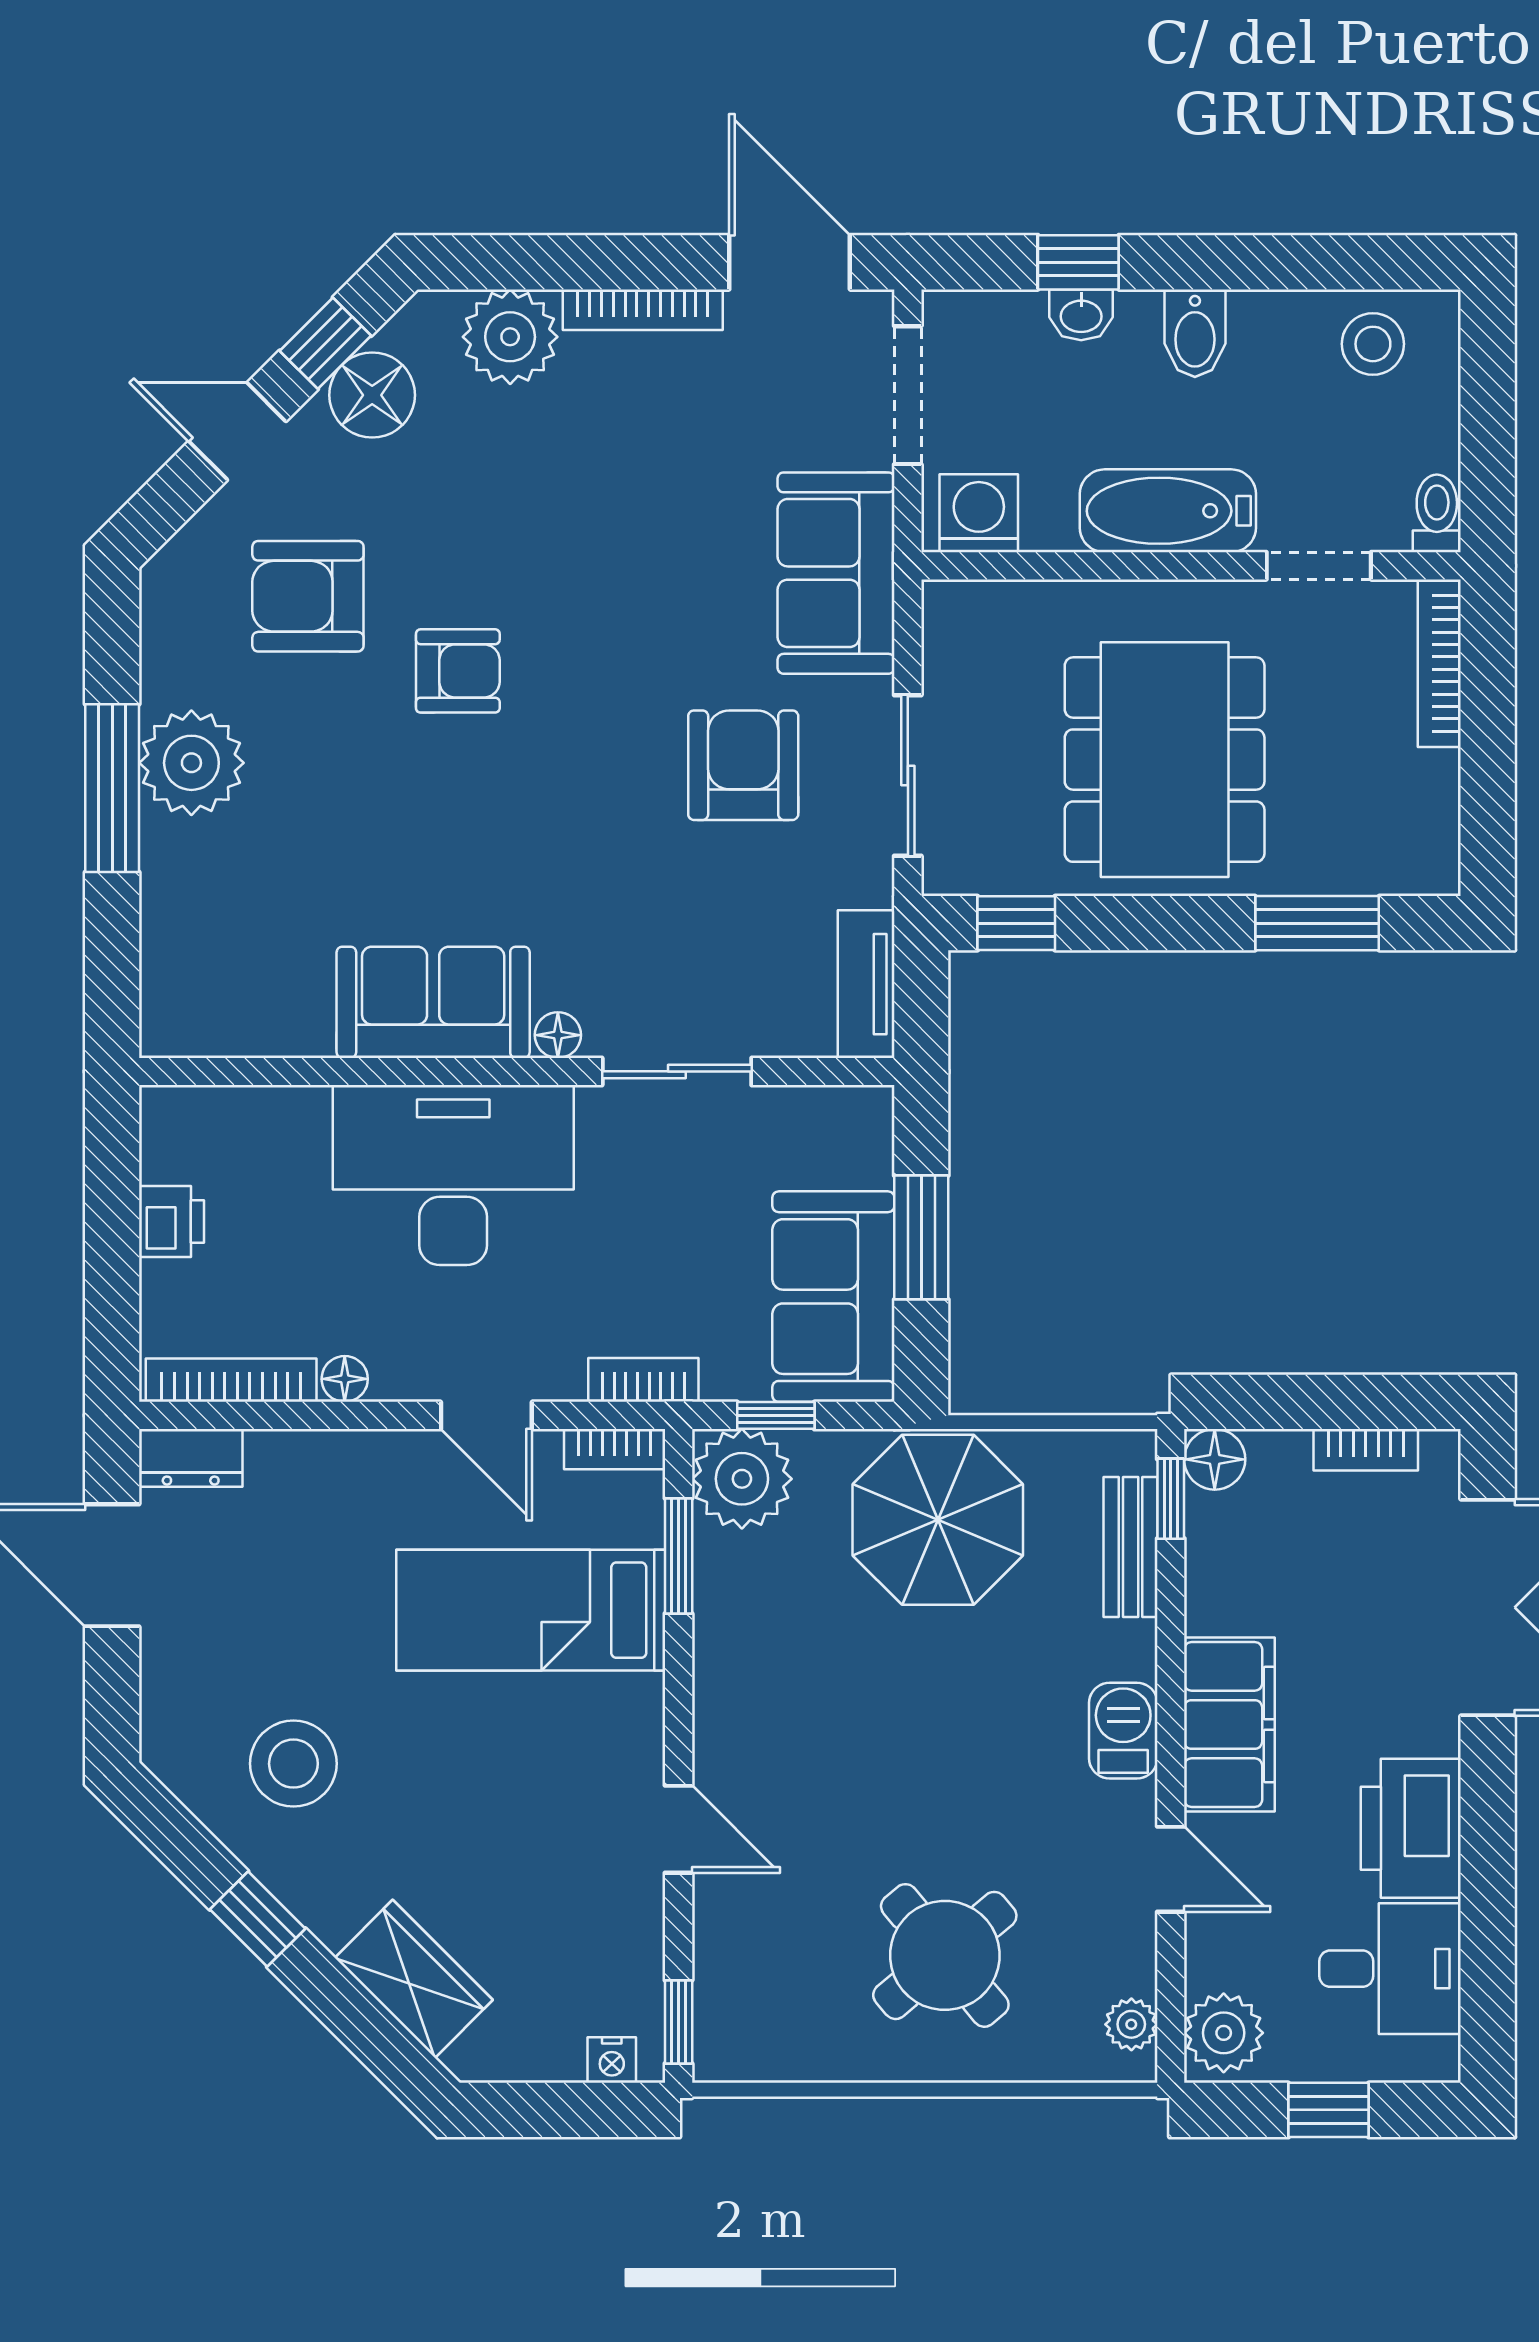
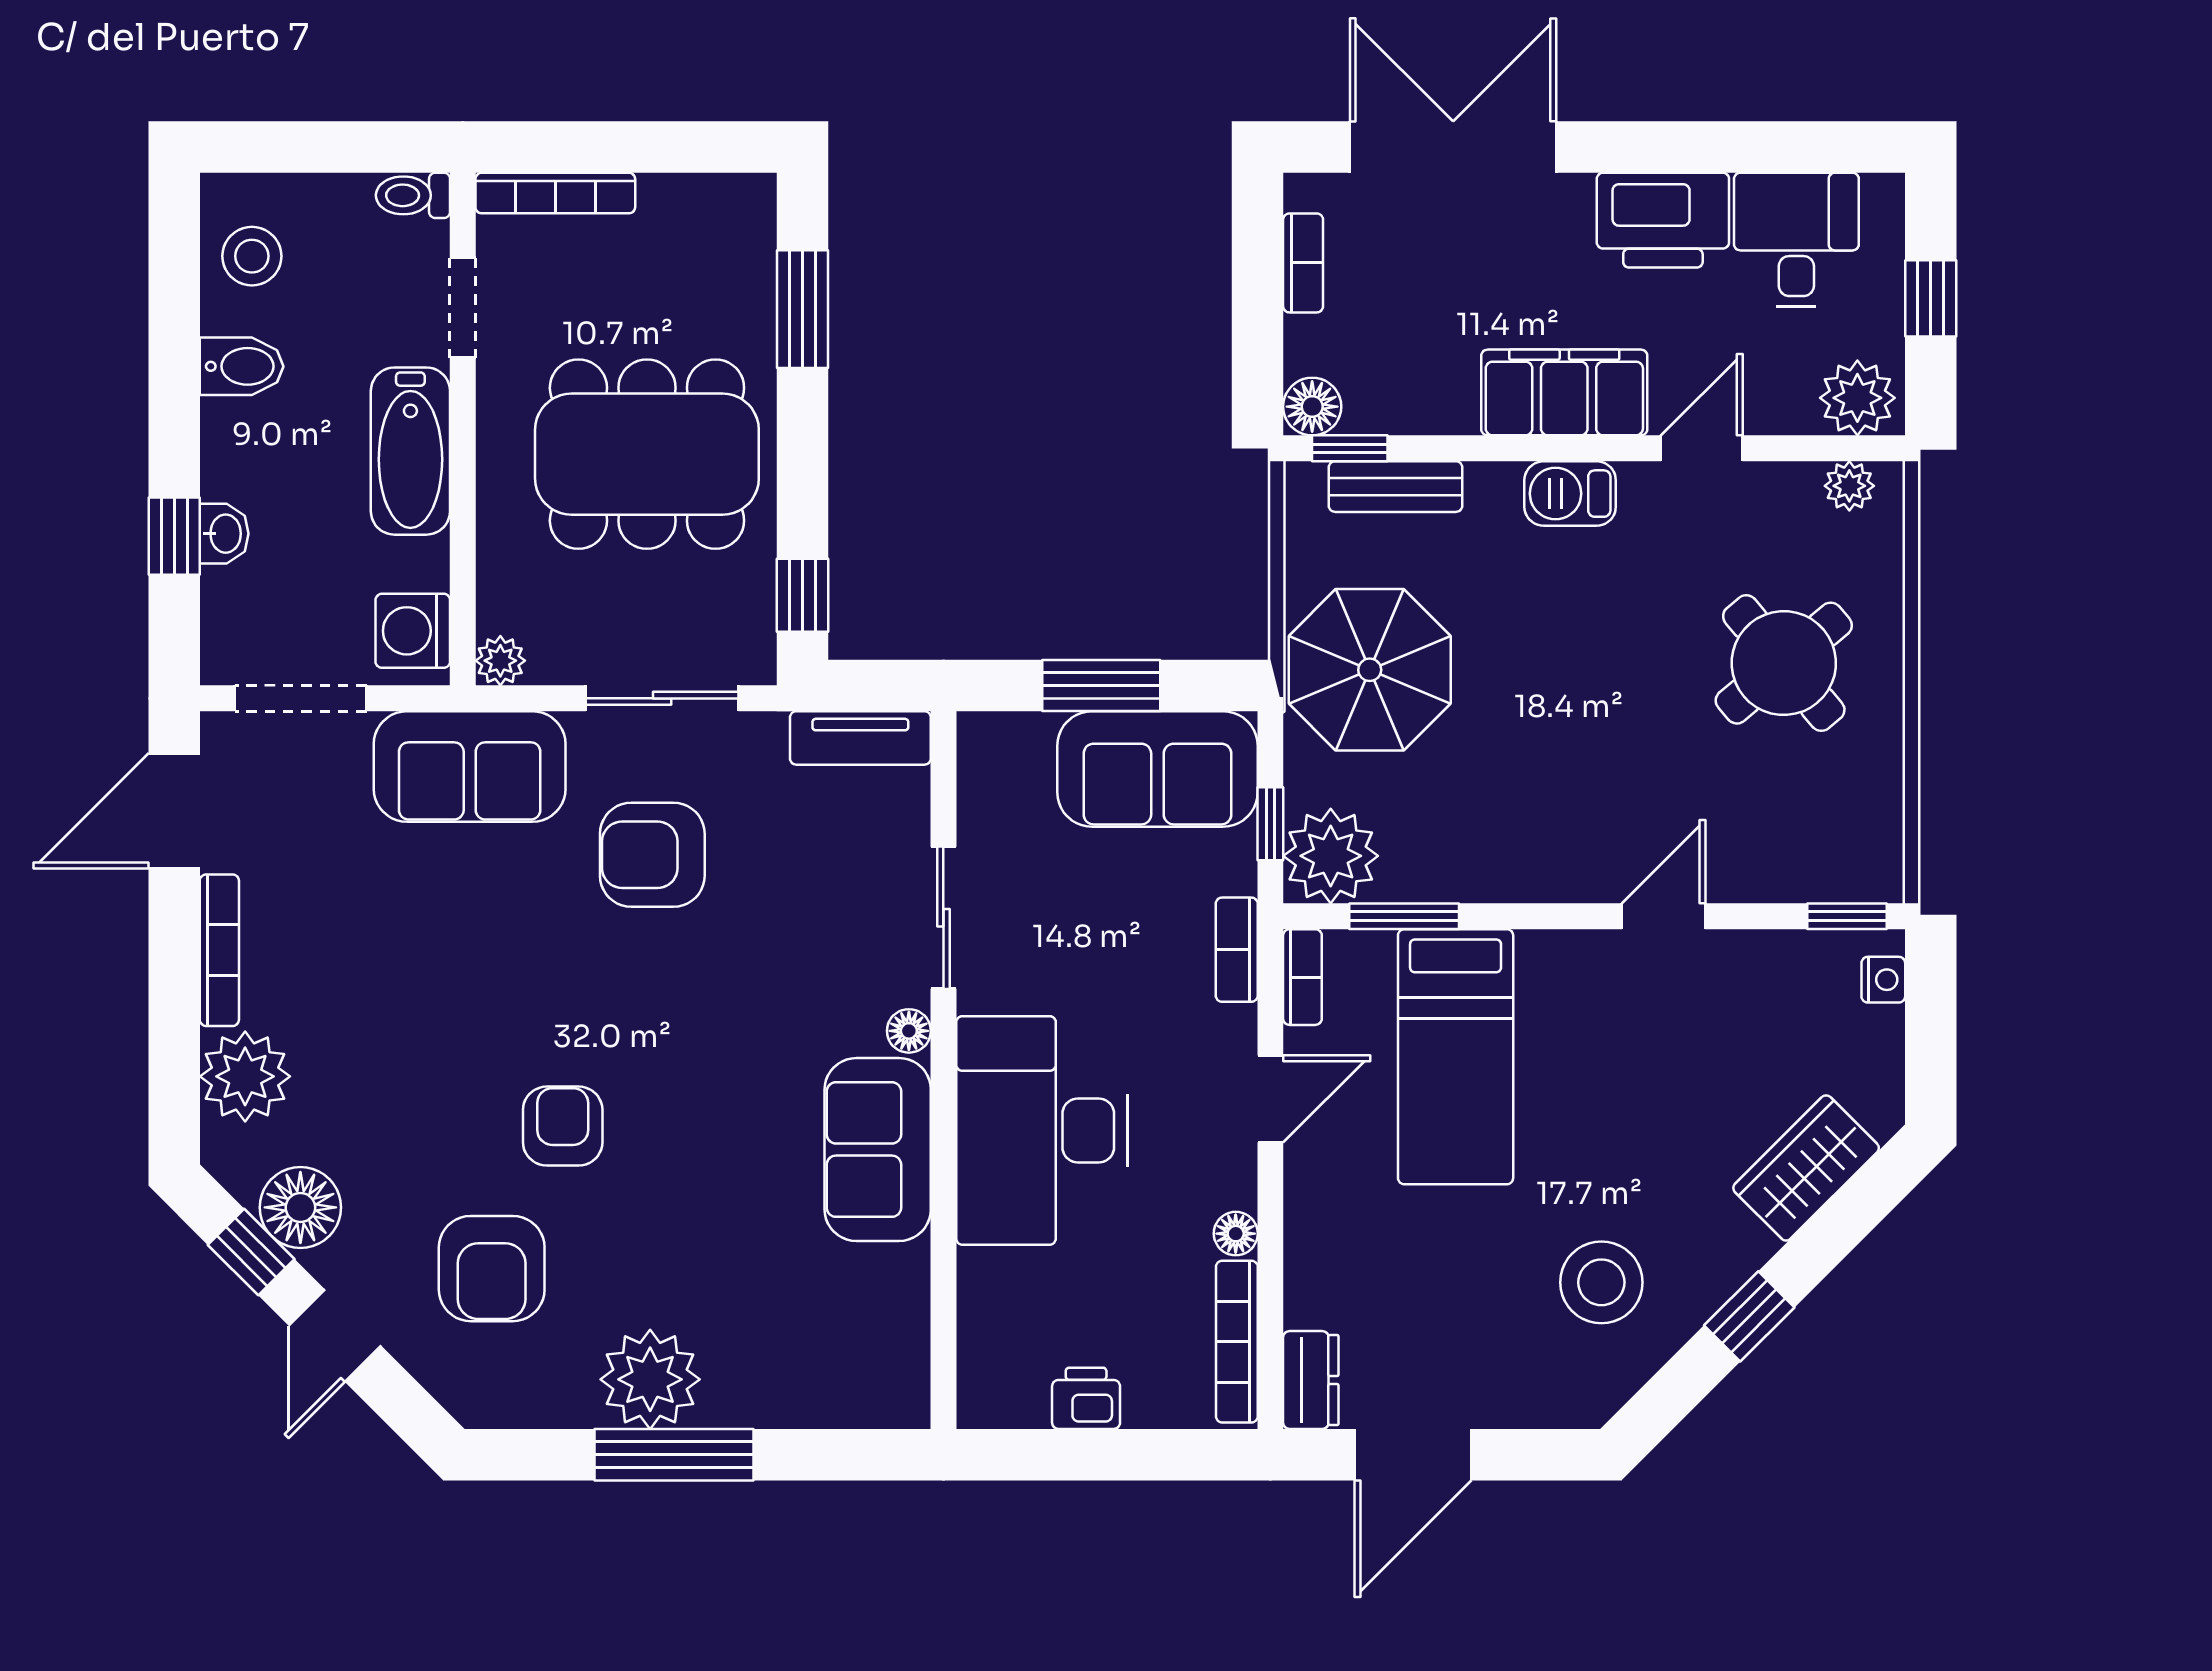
bidet: (1195, 333) -> (242, 366), moved
plant: (947, 605) -> (500, 661), added

